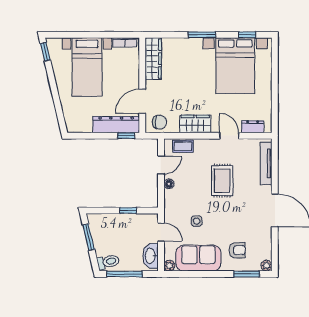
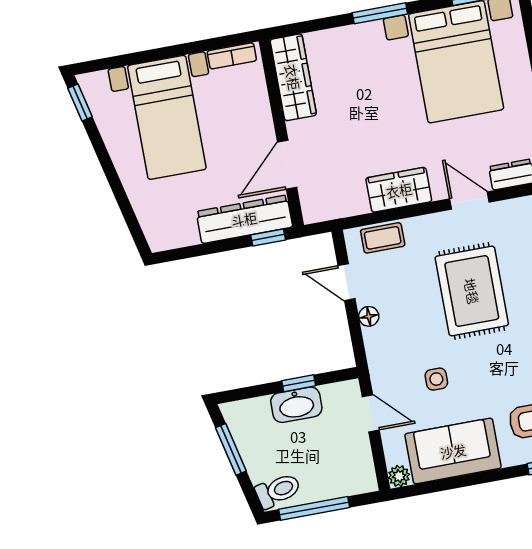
chair: (160, 122) -> (328, 199), removed
door: (161, 165) -> (347, 282), swing flipped
rug: (222, 181) -> (472, 291), width x1.36, depth x1.43
washbasin: (151, 256) -> (296, 405), moved, turned -90

